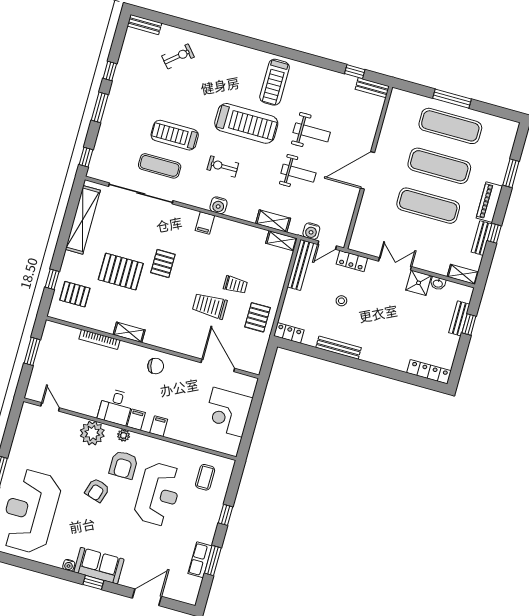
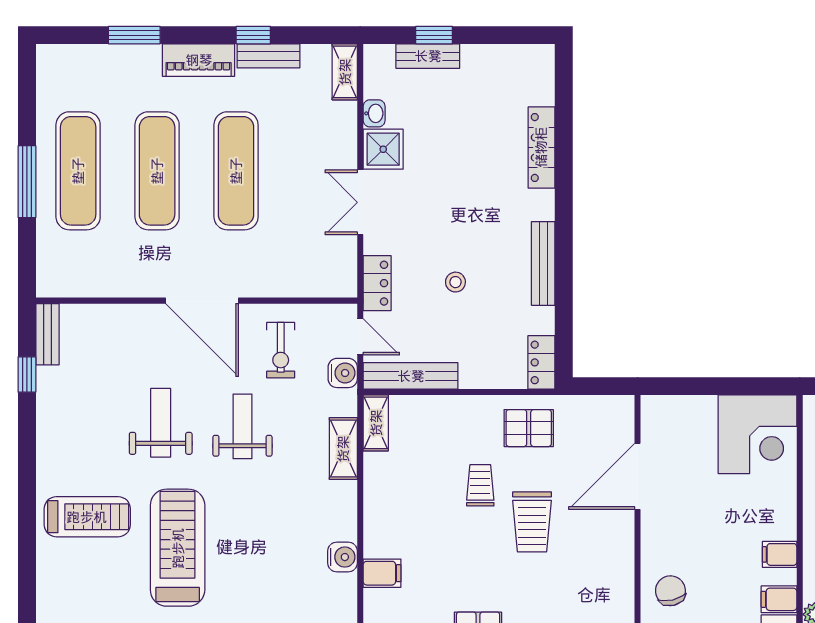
exercise bike: (223, 166) -> (281, 350), moved
locker: (429, 372) -> (541, 147), moved
corner desk: (228, 412) -> (757, 434), moved

